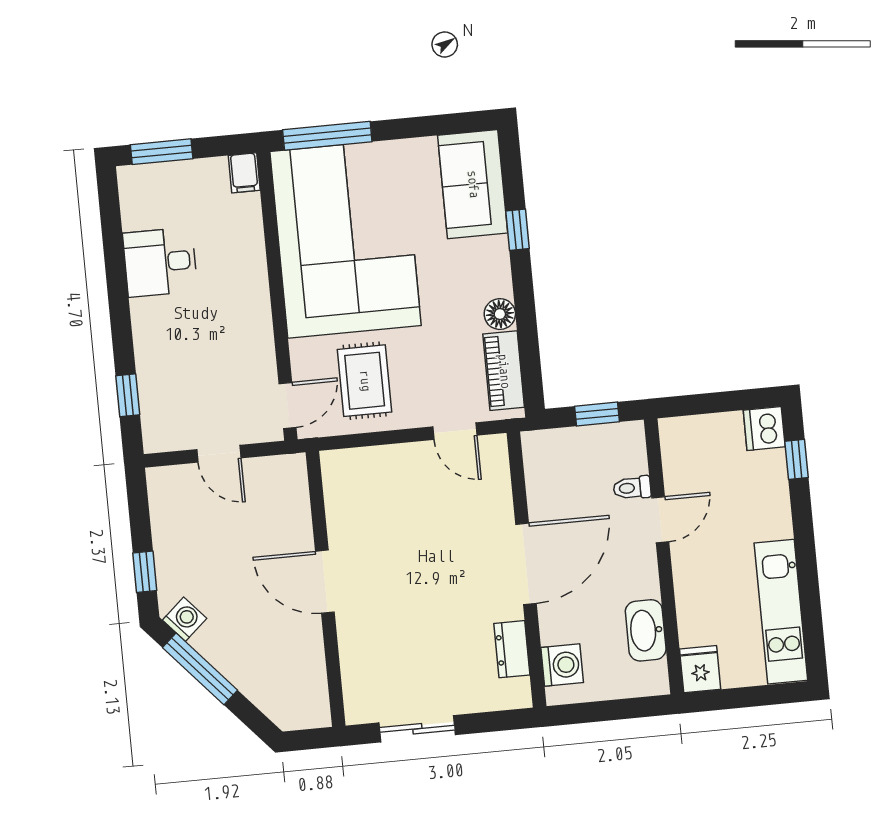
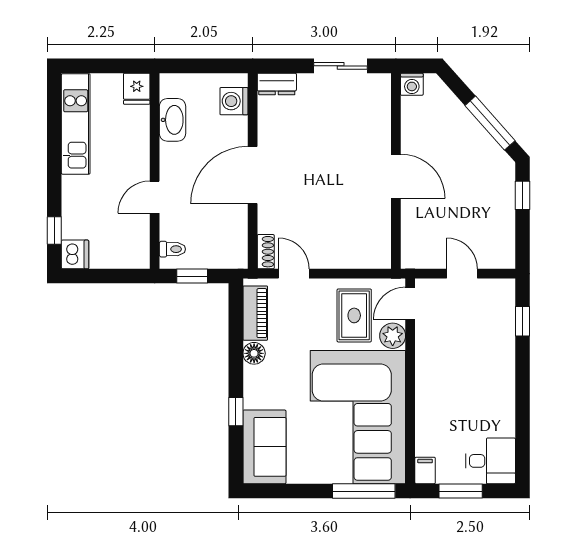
window: (162, 152) -> (461, 491), moved
desk: (160, 262) -> (491, 461), moved
plant: (308, 357) -> (393, 336), added
shoe rack: (497, 458) -> (266, 252), added
toilet: (632, 488) -> (172, 249), moved
washing machine: (185, 619) -> (412, 84), moved, turned -48
dresser: (512, 649) -> (277, 84), moved, turned 90

